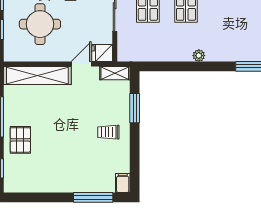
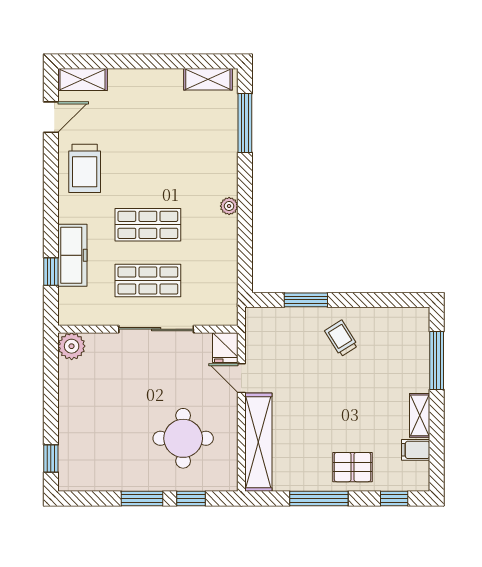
shelving: (115, 73) -> (420, 415), moved
trolley: (108, 132) -> (341, 338), turned 148
filing cabinet: (123, 183) -> (416, 450), moved

